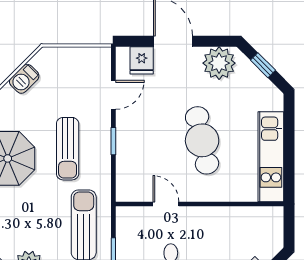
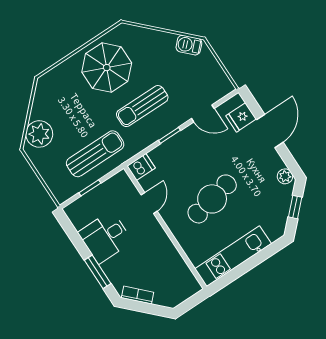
plant: (219, 63) -> (285, 176), width x0.53, depth x0.53
barbecue: (24, 79) -> (189, 45), moved
dishwasher: (126, 189) -> (141, 167), added

